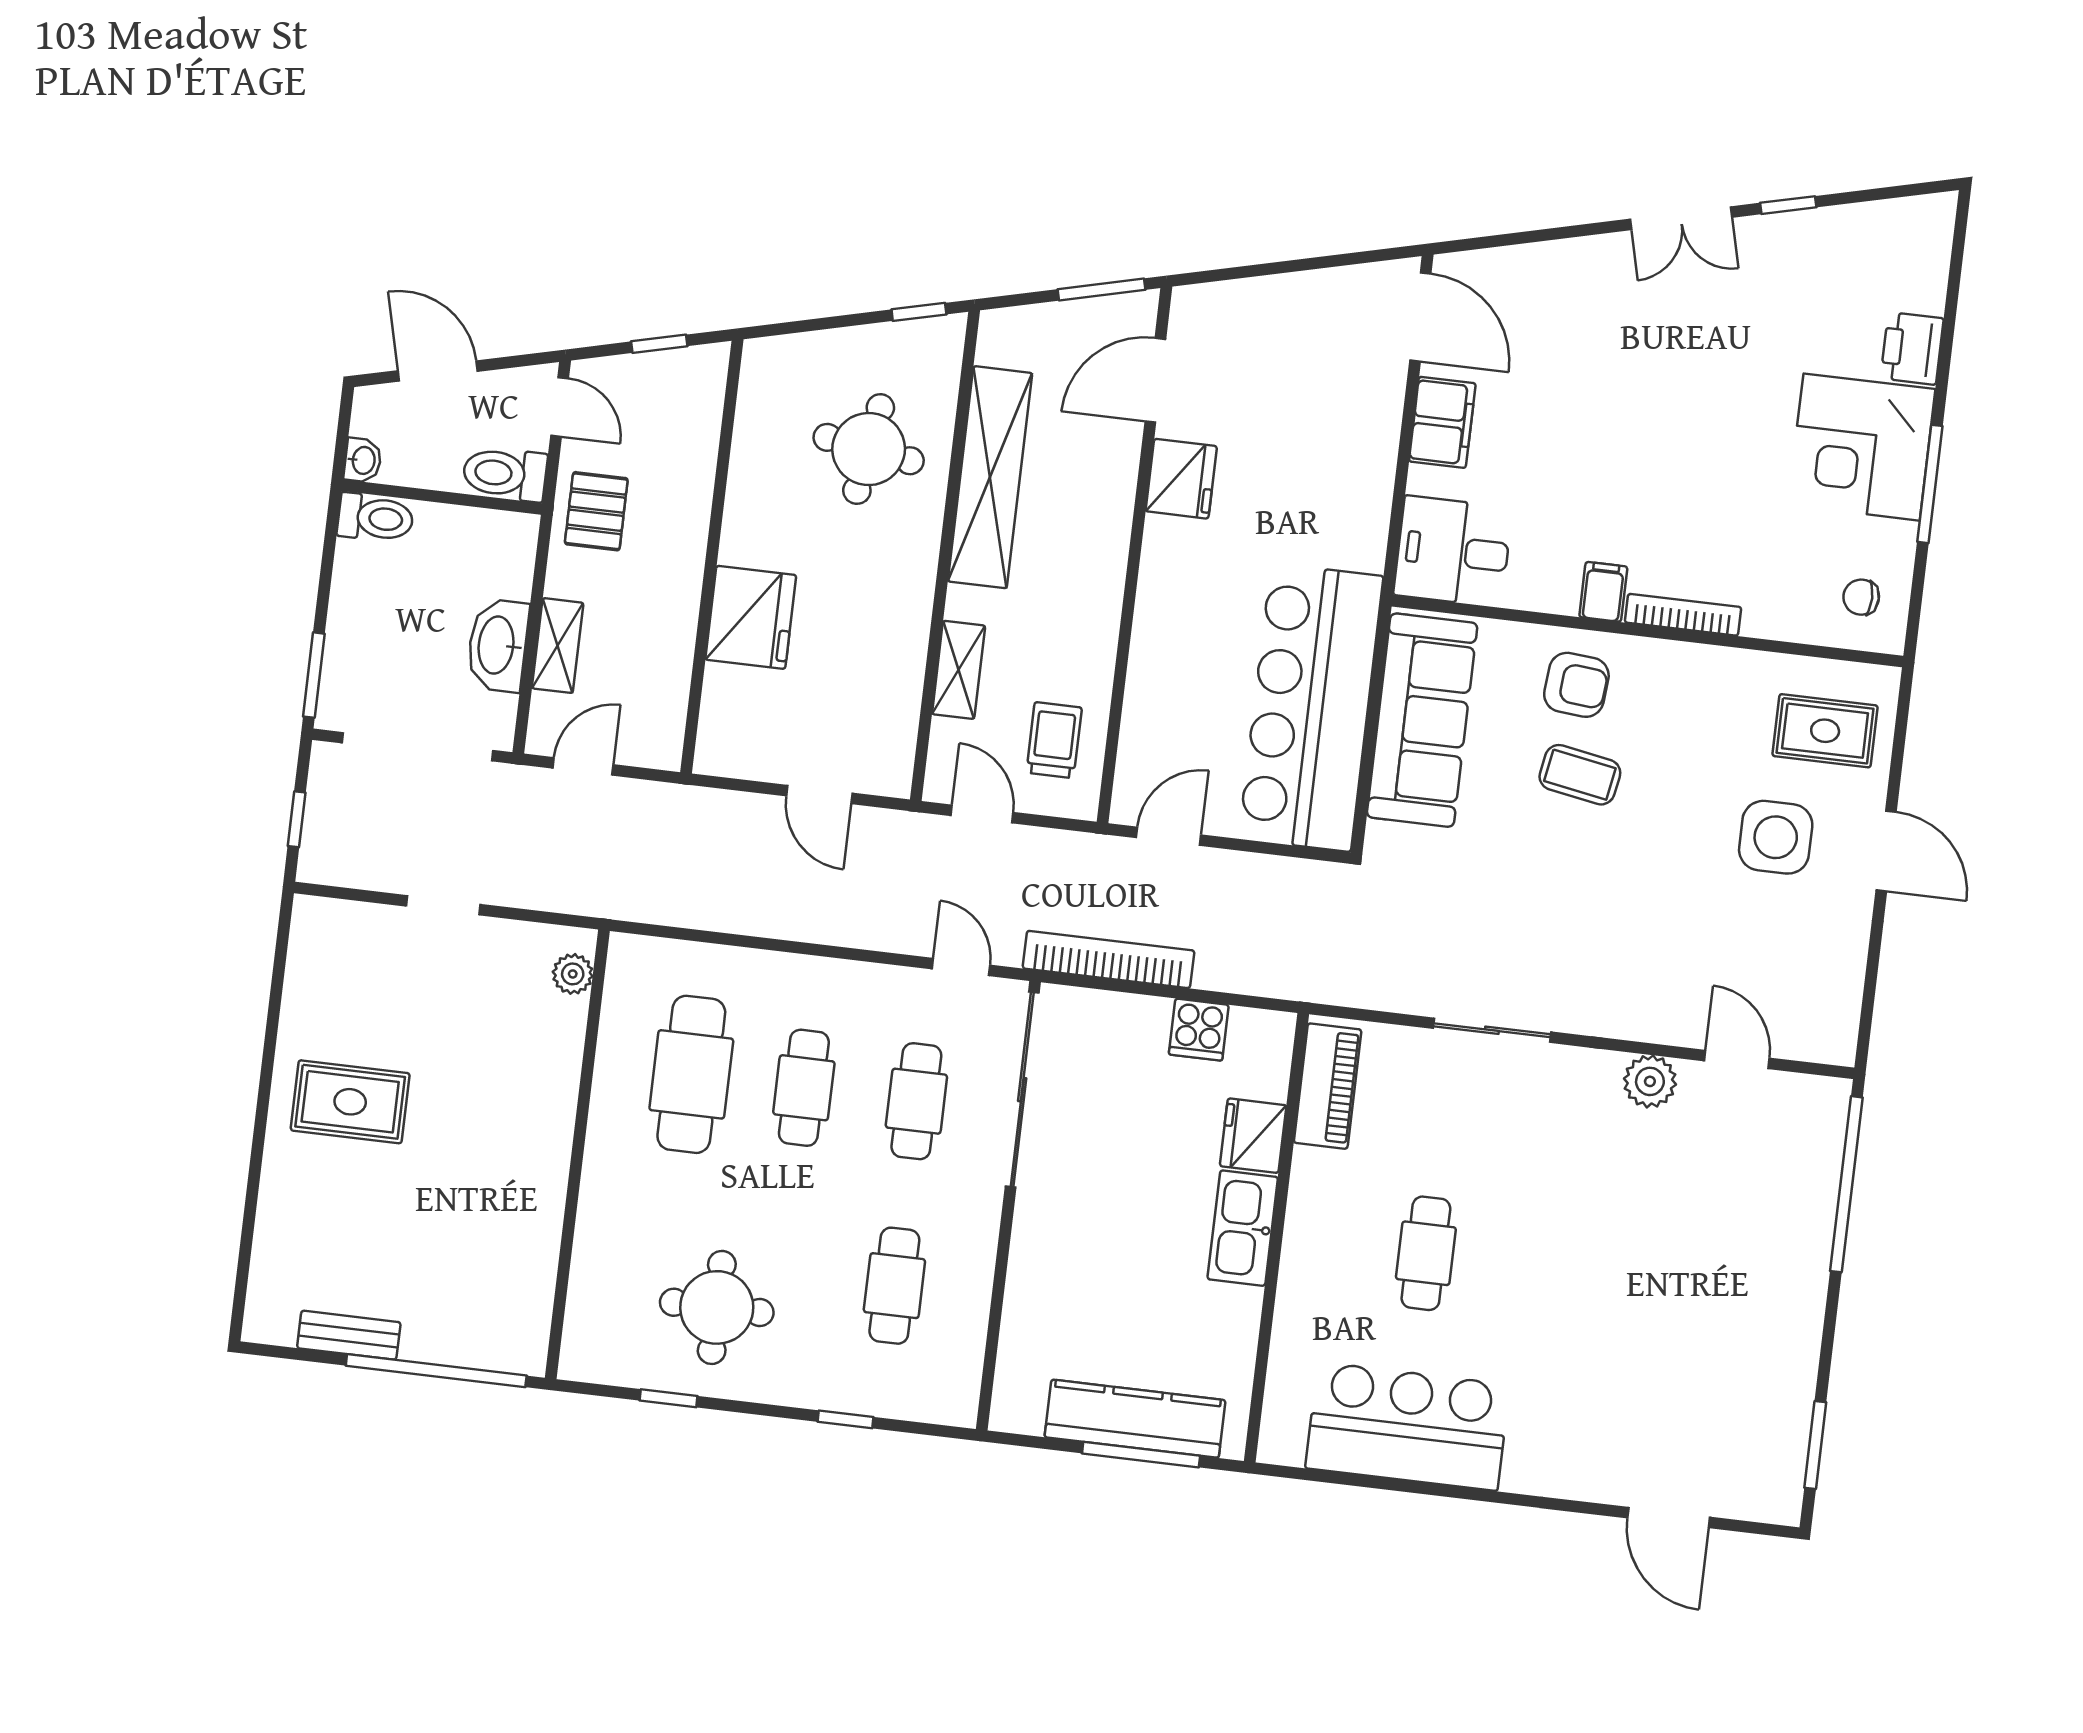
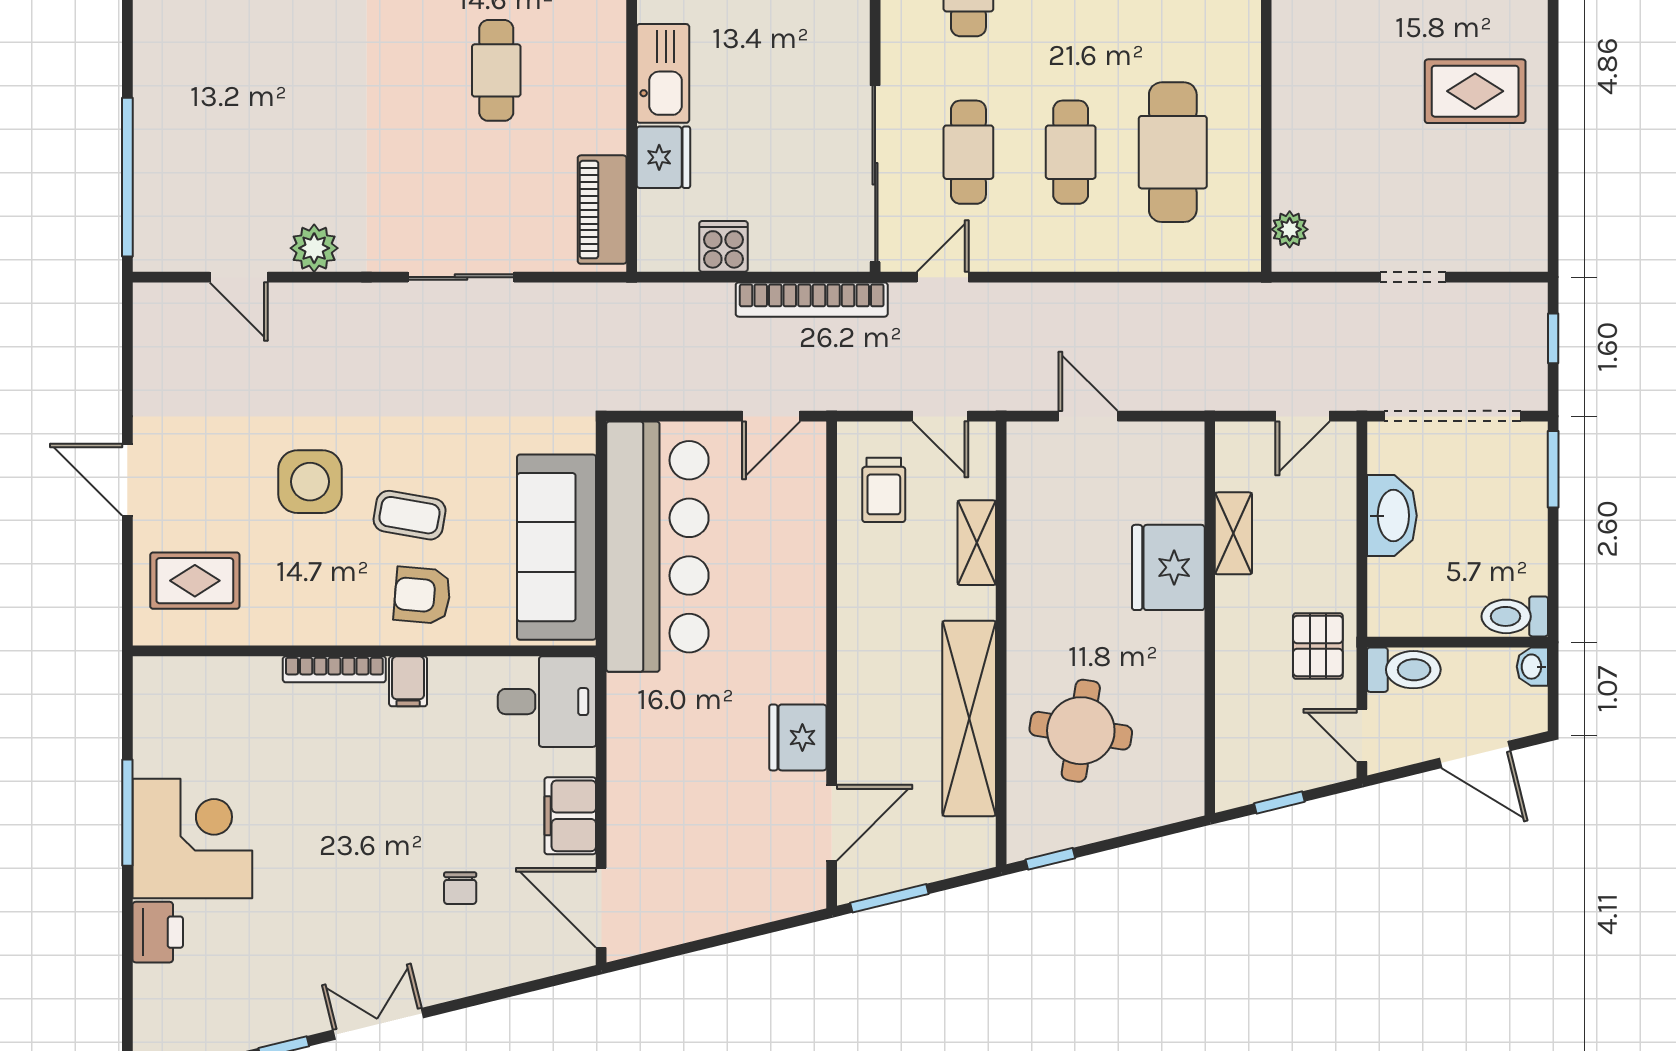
chair: (1861, 597) -> (460, 888), moved, turned 90
shelving: (558, 646) -> (1233, 533), moved
side table: (1776, 837) -> (310, 482), moved
door: (961, 967) -> (943, 277), swing flipped

